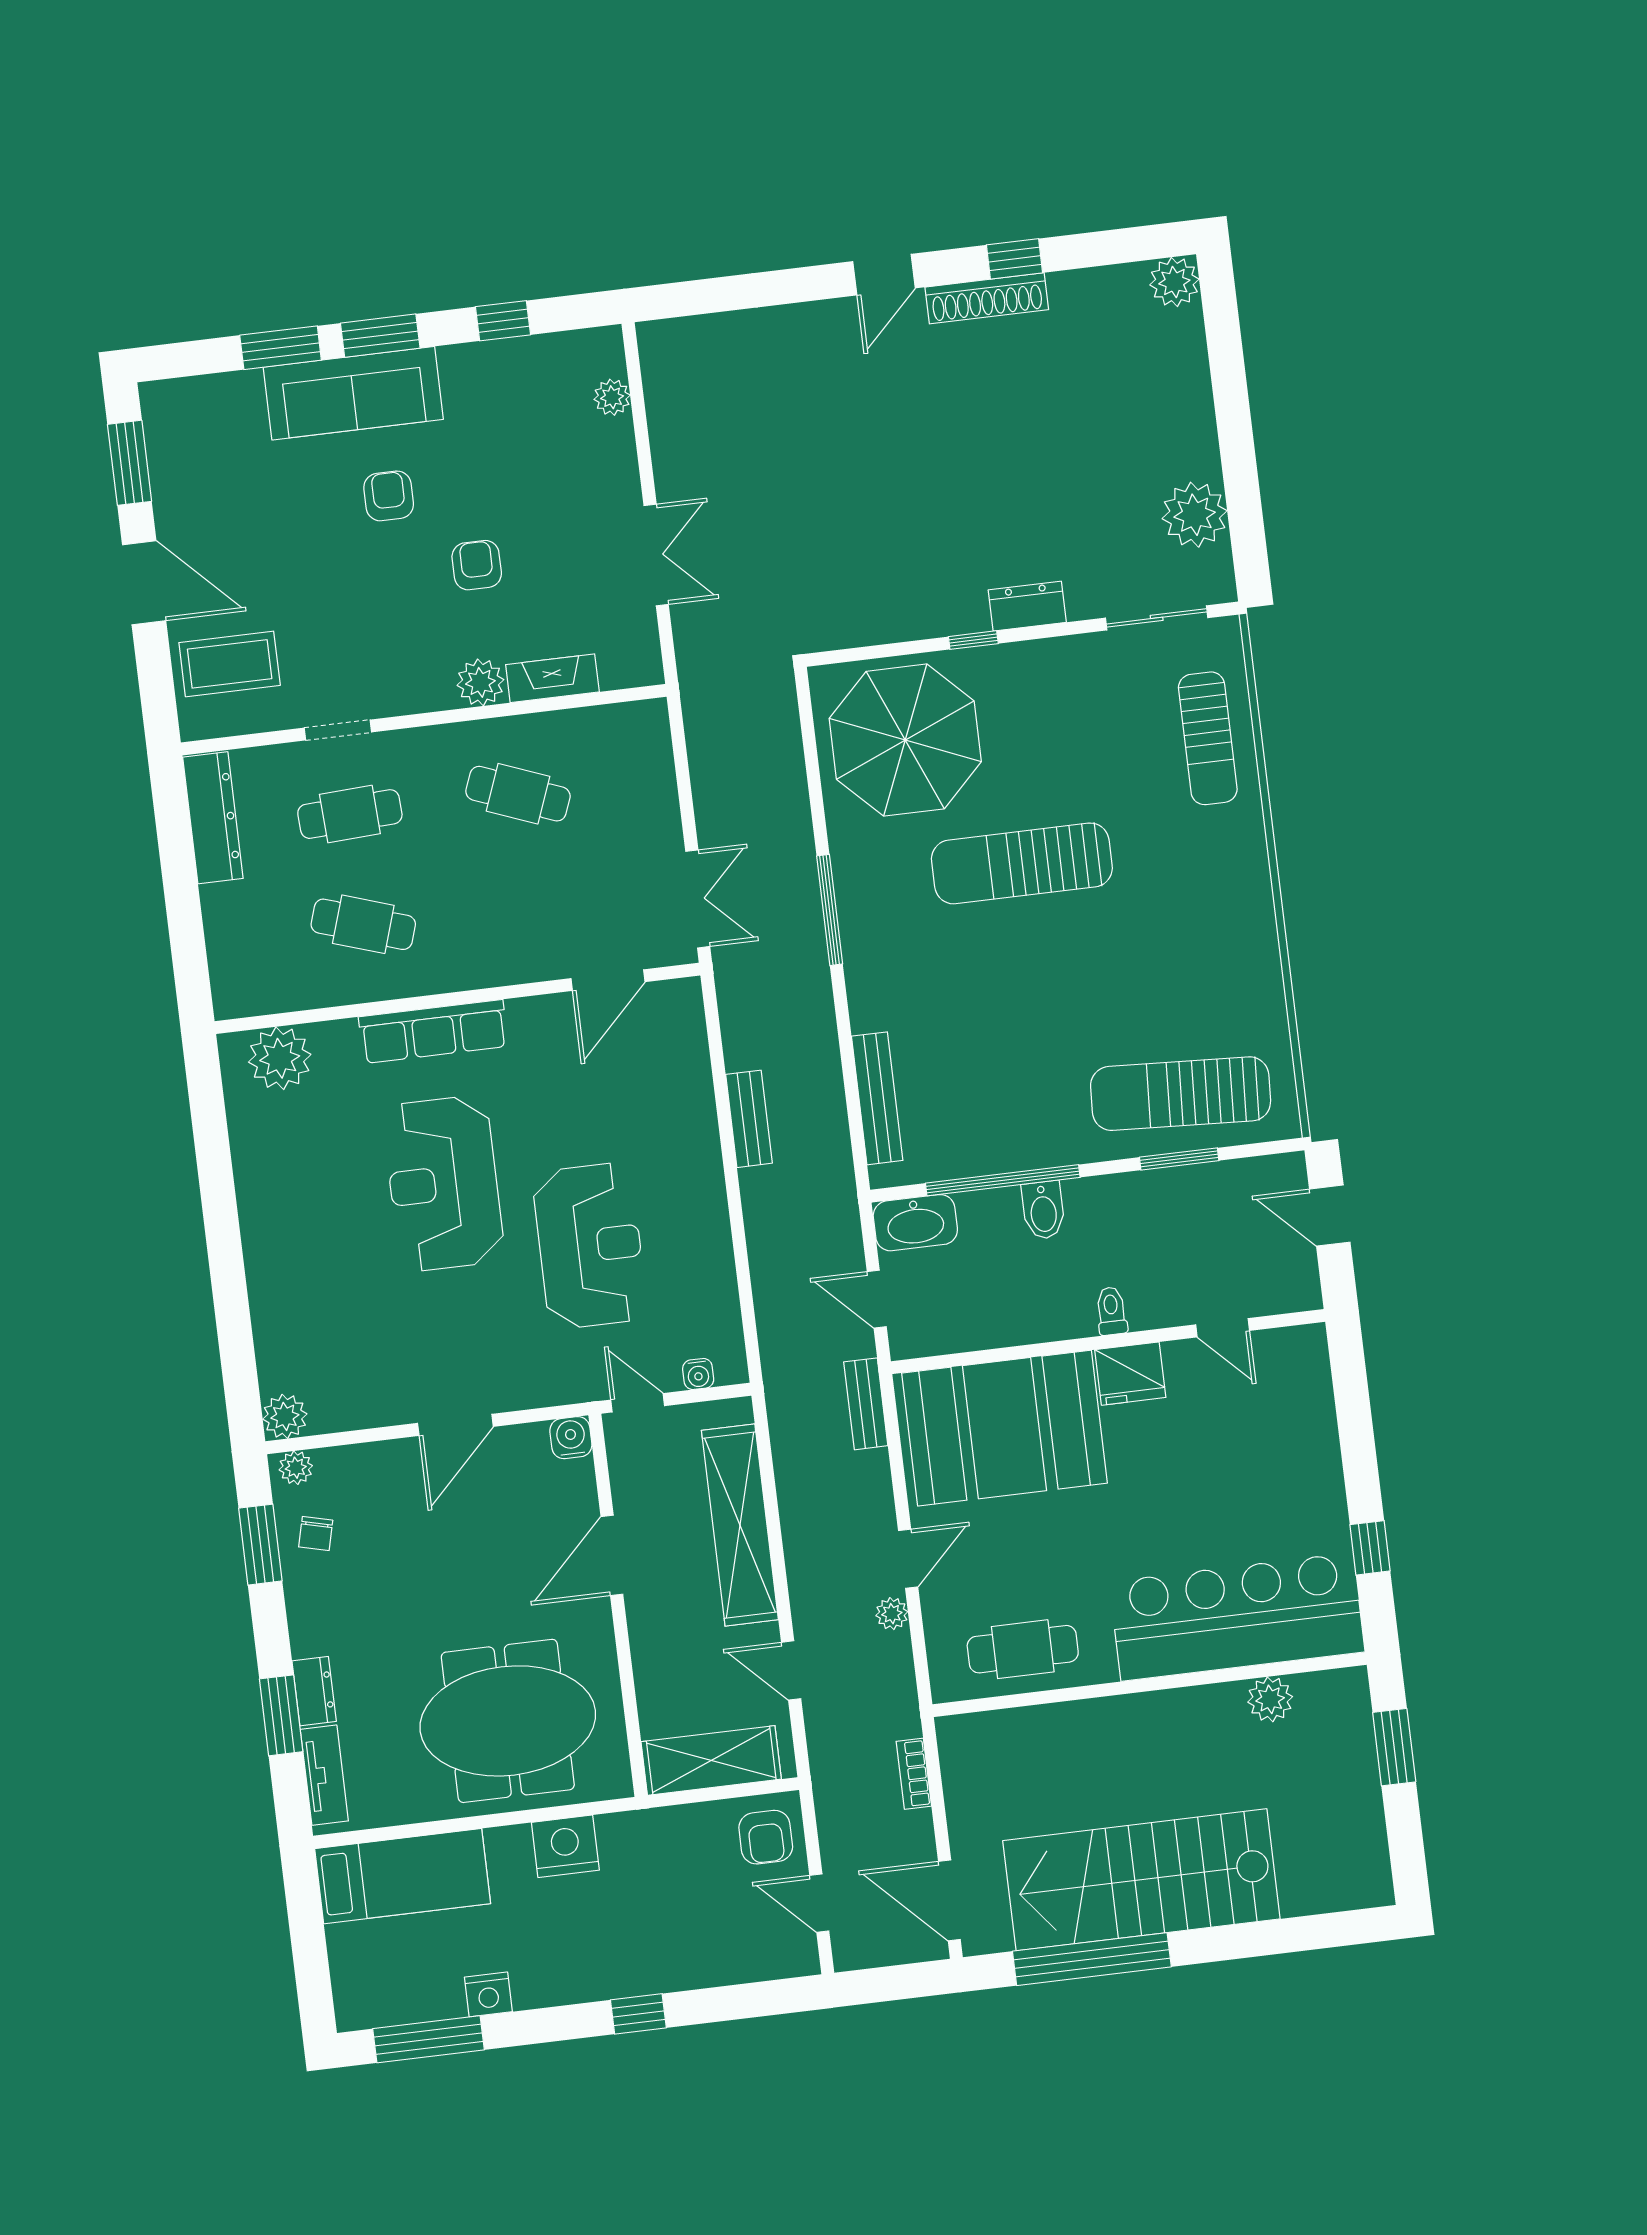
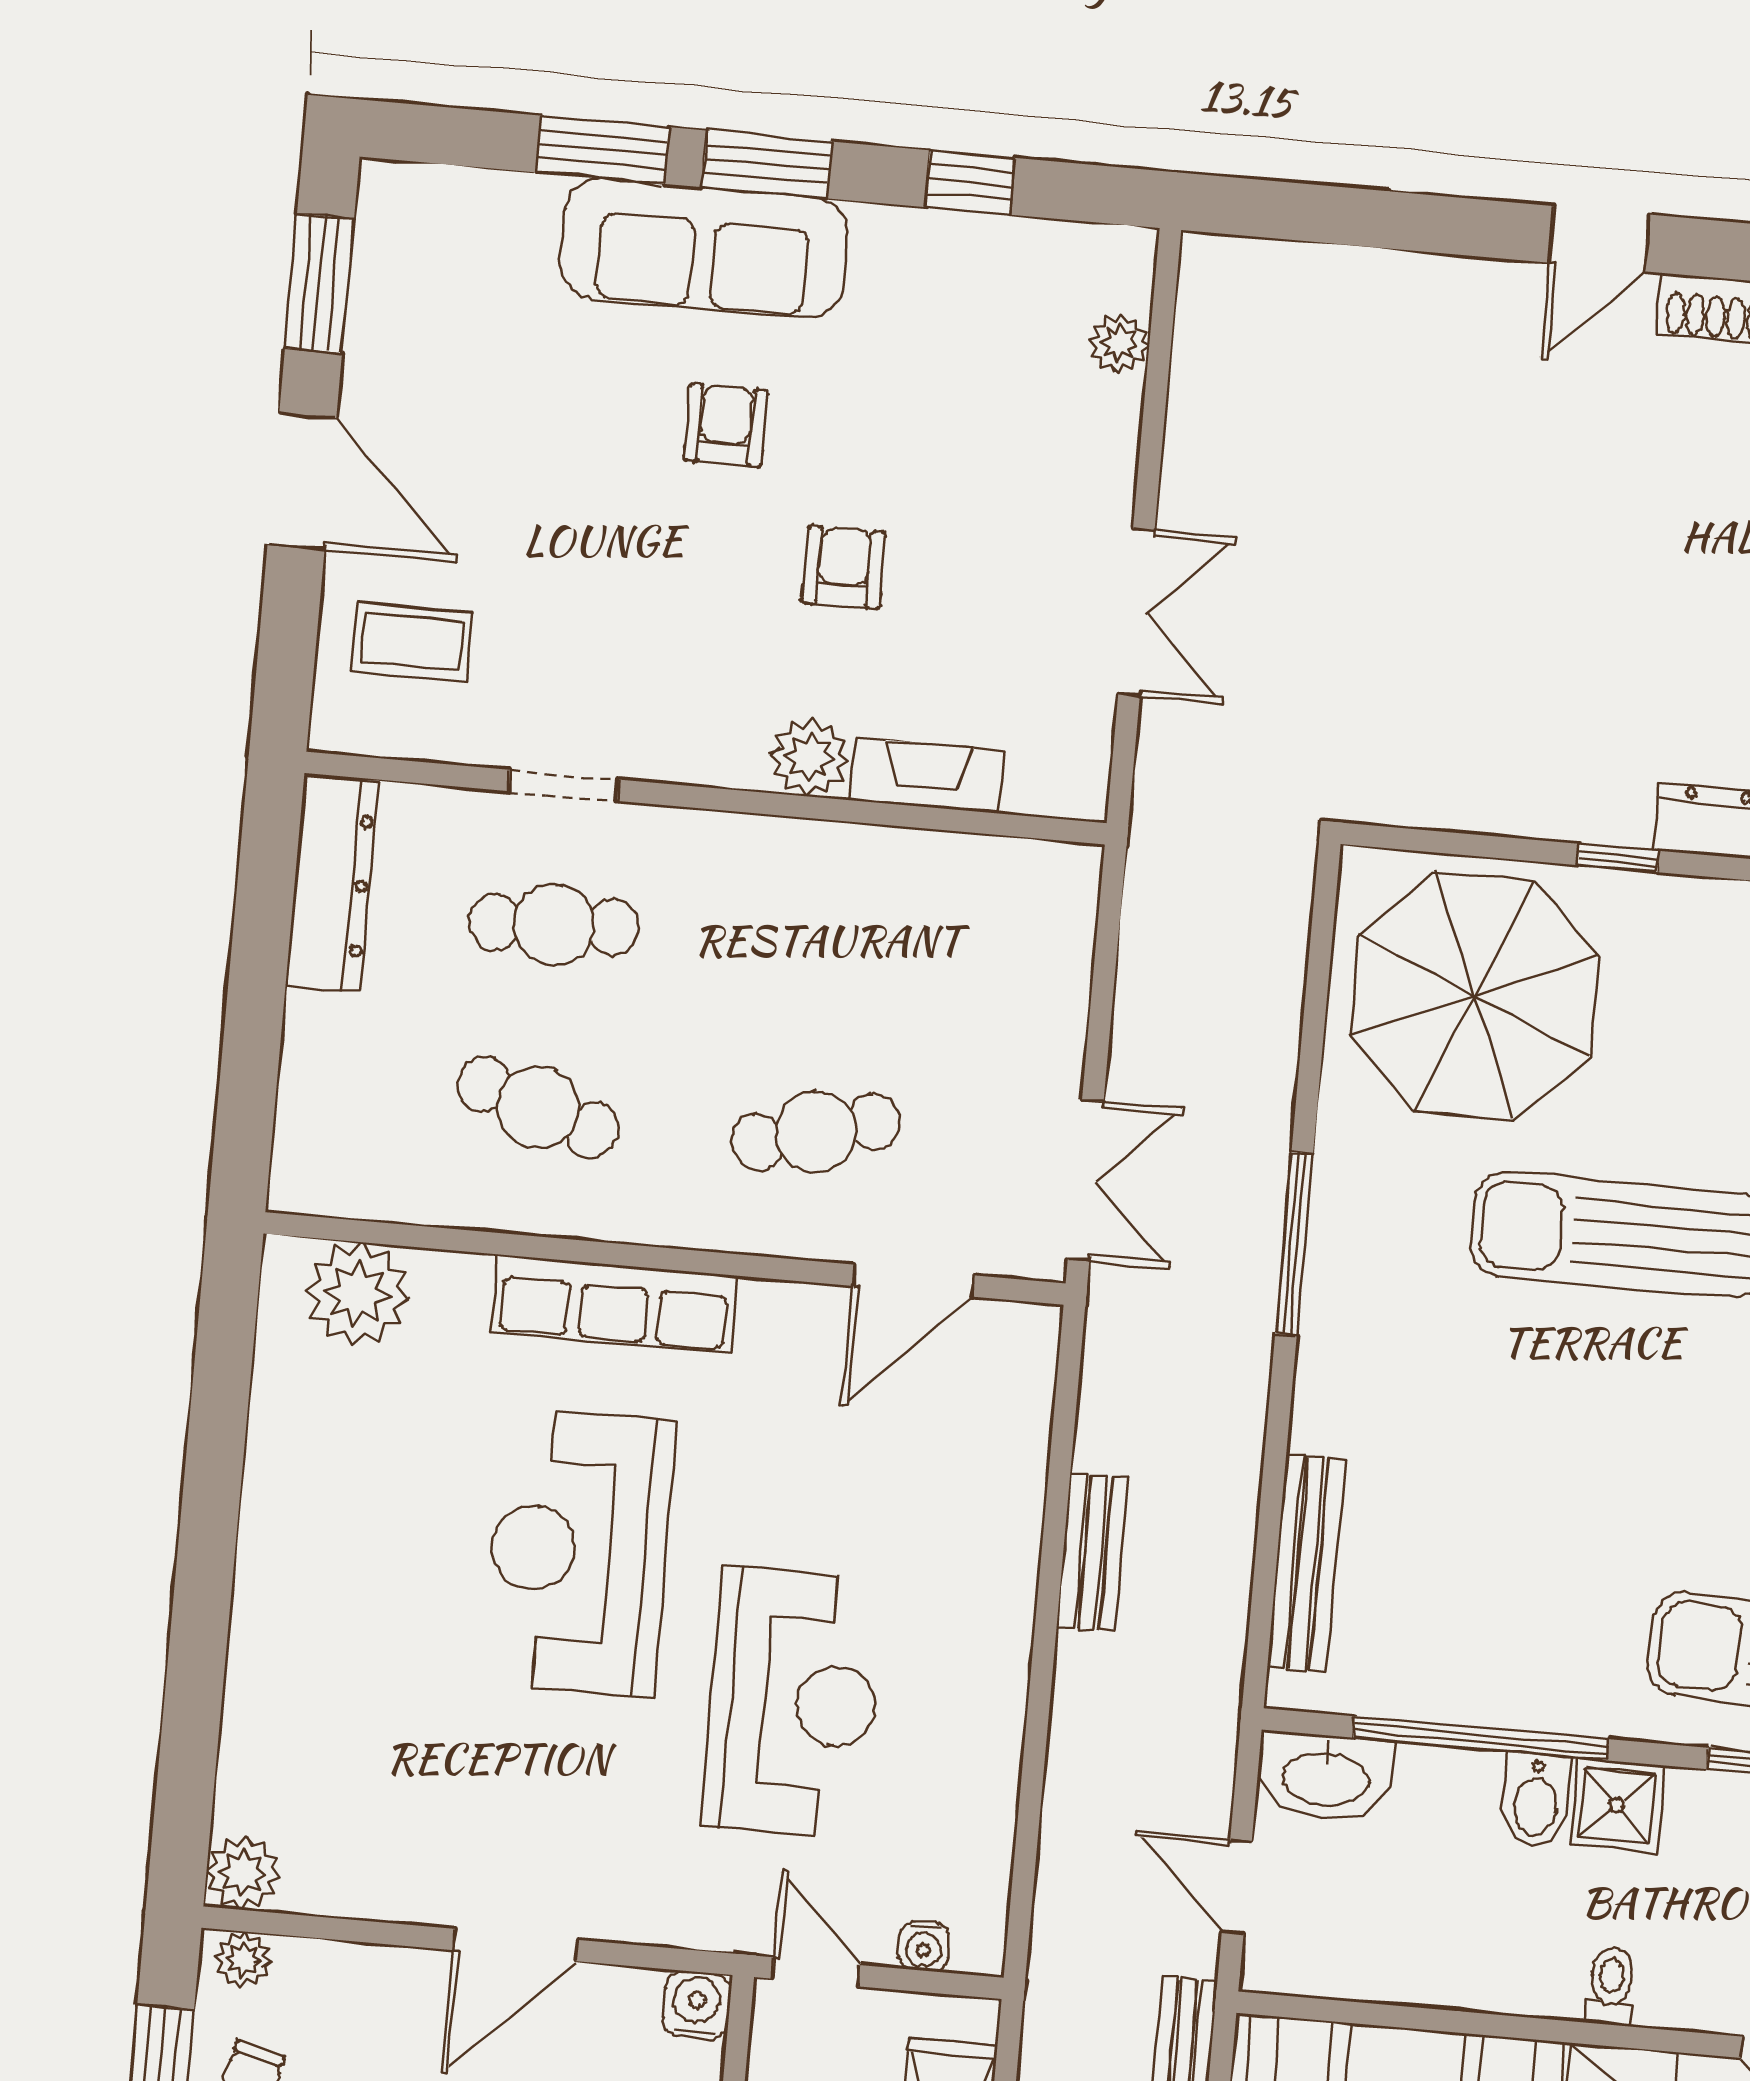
coffee table: (230, 664) -> (412, 642), width x0.73, depth x0.77
cafe table: (518, 794) -> (816, 1132), moved, turned -36
shower: (1092, 1203) -> (1617, 1805), added

